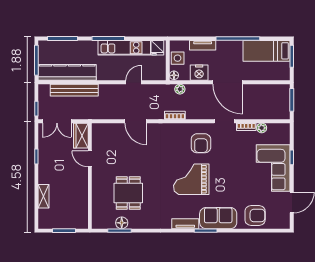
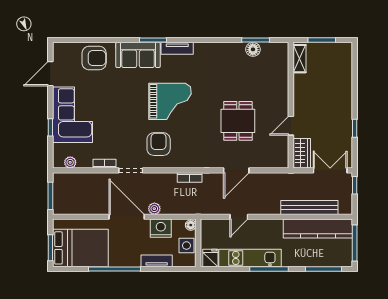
bed: (267, 51) -> (80, 248), width x1.50
plant: (180, 89) -> (154, 209), moved
door: (136, 121) -> (236, 170), swing flipped
plant: (262, 128) -> (70, 162), moved
door: (90, 159) -> (291, 126), swing flipped
dining table: (128, 193) -> (238, 121), moved
shelving: (44, 196) -> (299, 59), moved
armchair: (255, 216) -> (94, 58), turned 180

